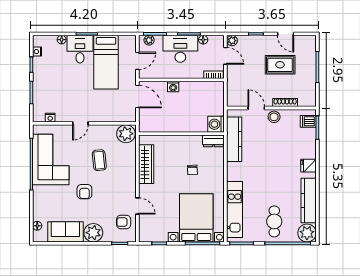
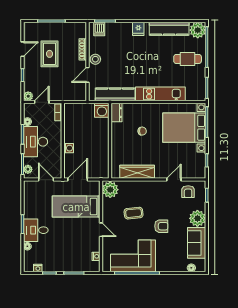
bed: (106, 62) -> (76, 207), moved, turned 180
kitchen unit: (235, 210) -> (160, 94), moved

